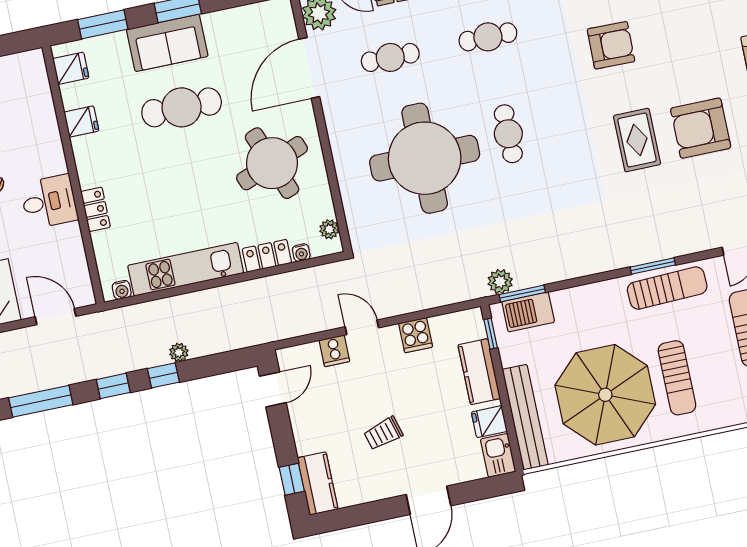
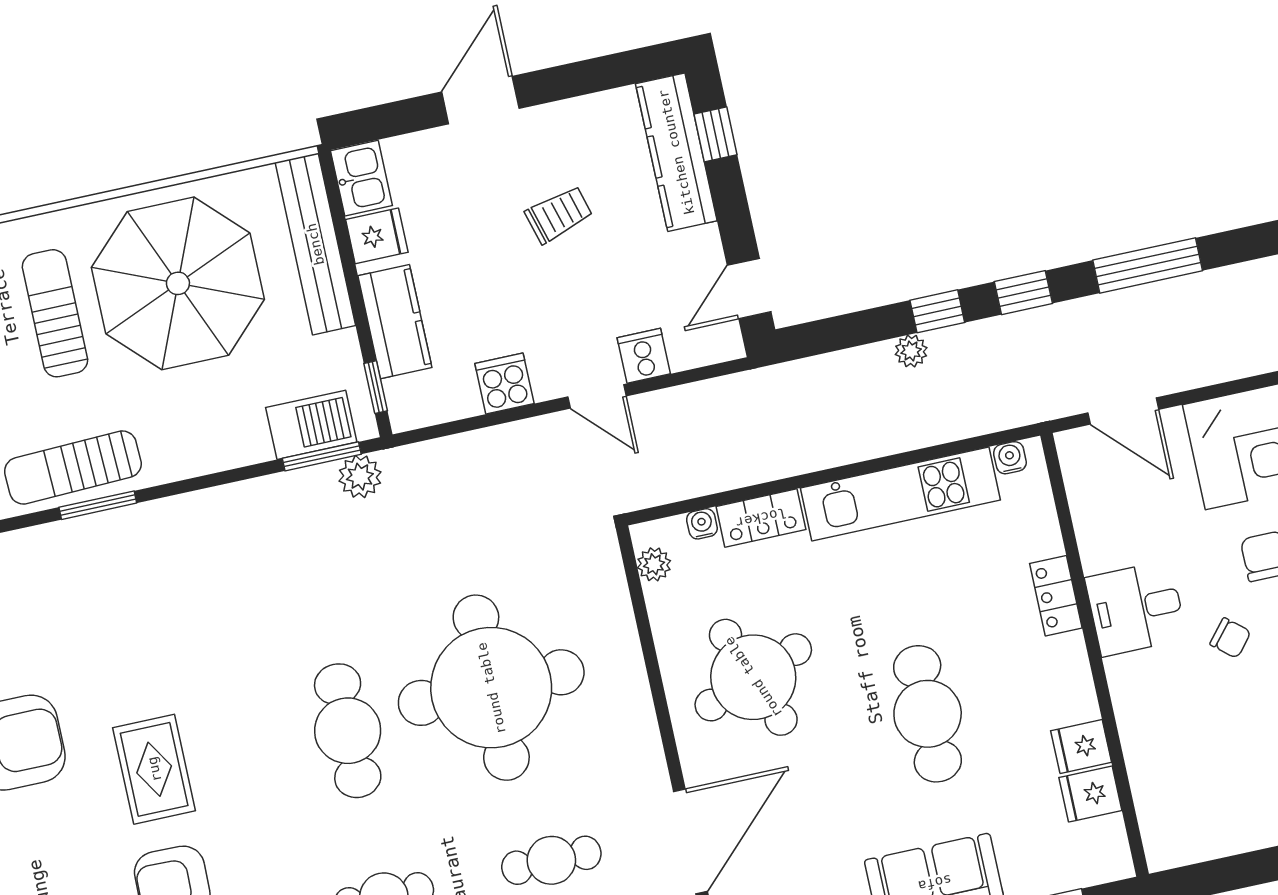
fridge: (71, 68) -> (1090, 794), moved
cafe table: (182, 107) -> (928, 714), moved, turned 90
cafe table: (508, 134) -> (348, 731), width x1.37, depth x1.35
rug: (637, 140) -> (154, 769), moved
kitchen counter: (318, 483) -> (676, 152), width x1.50

